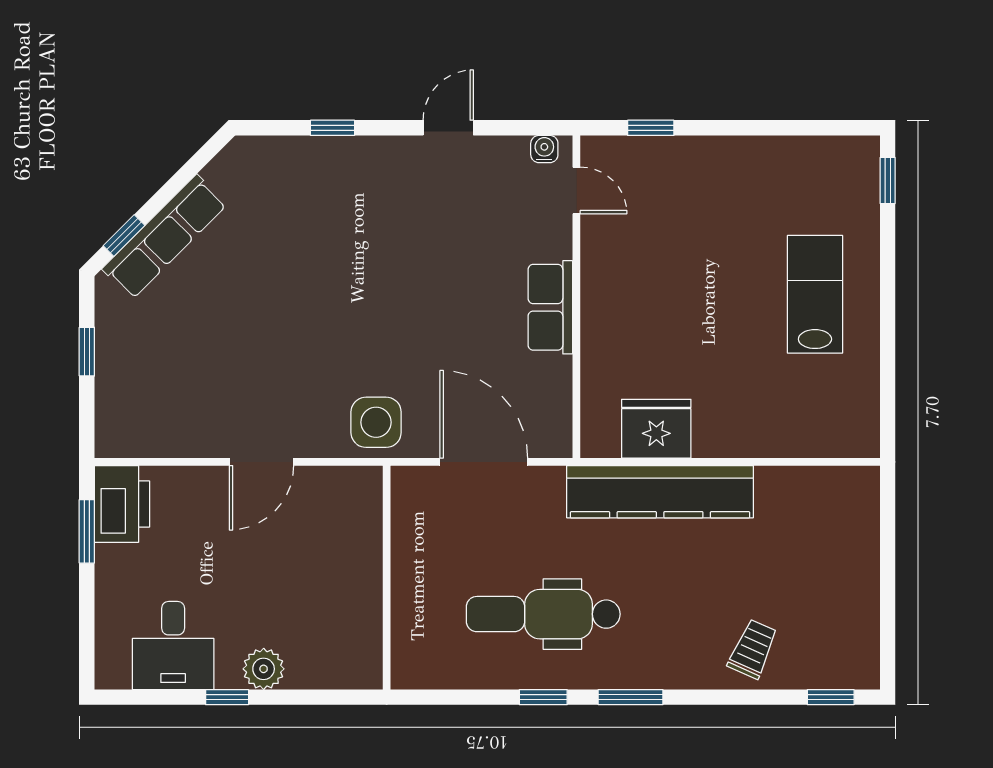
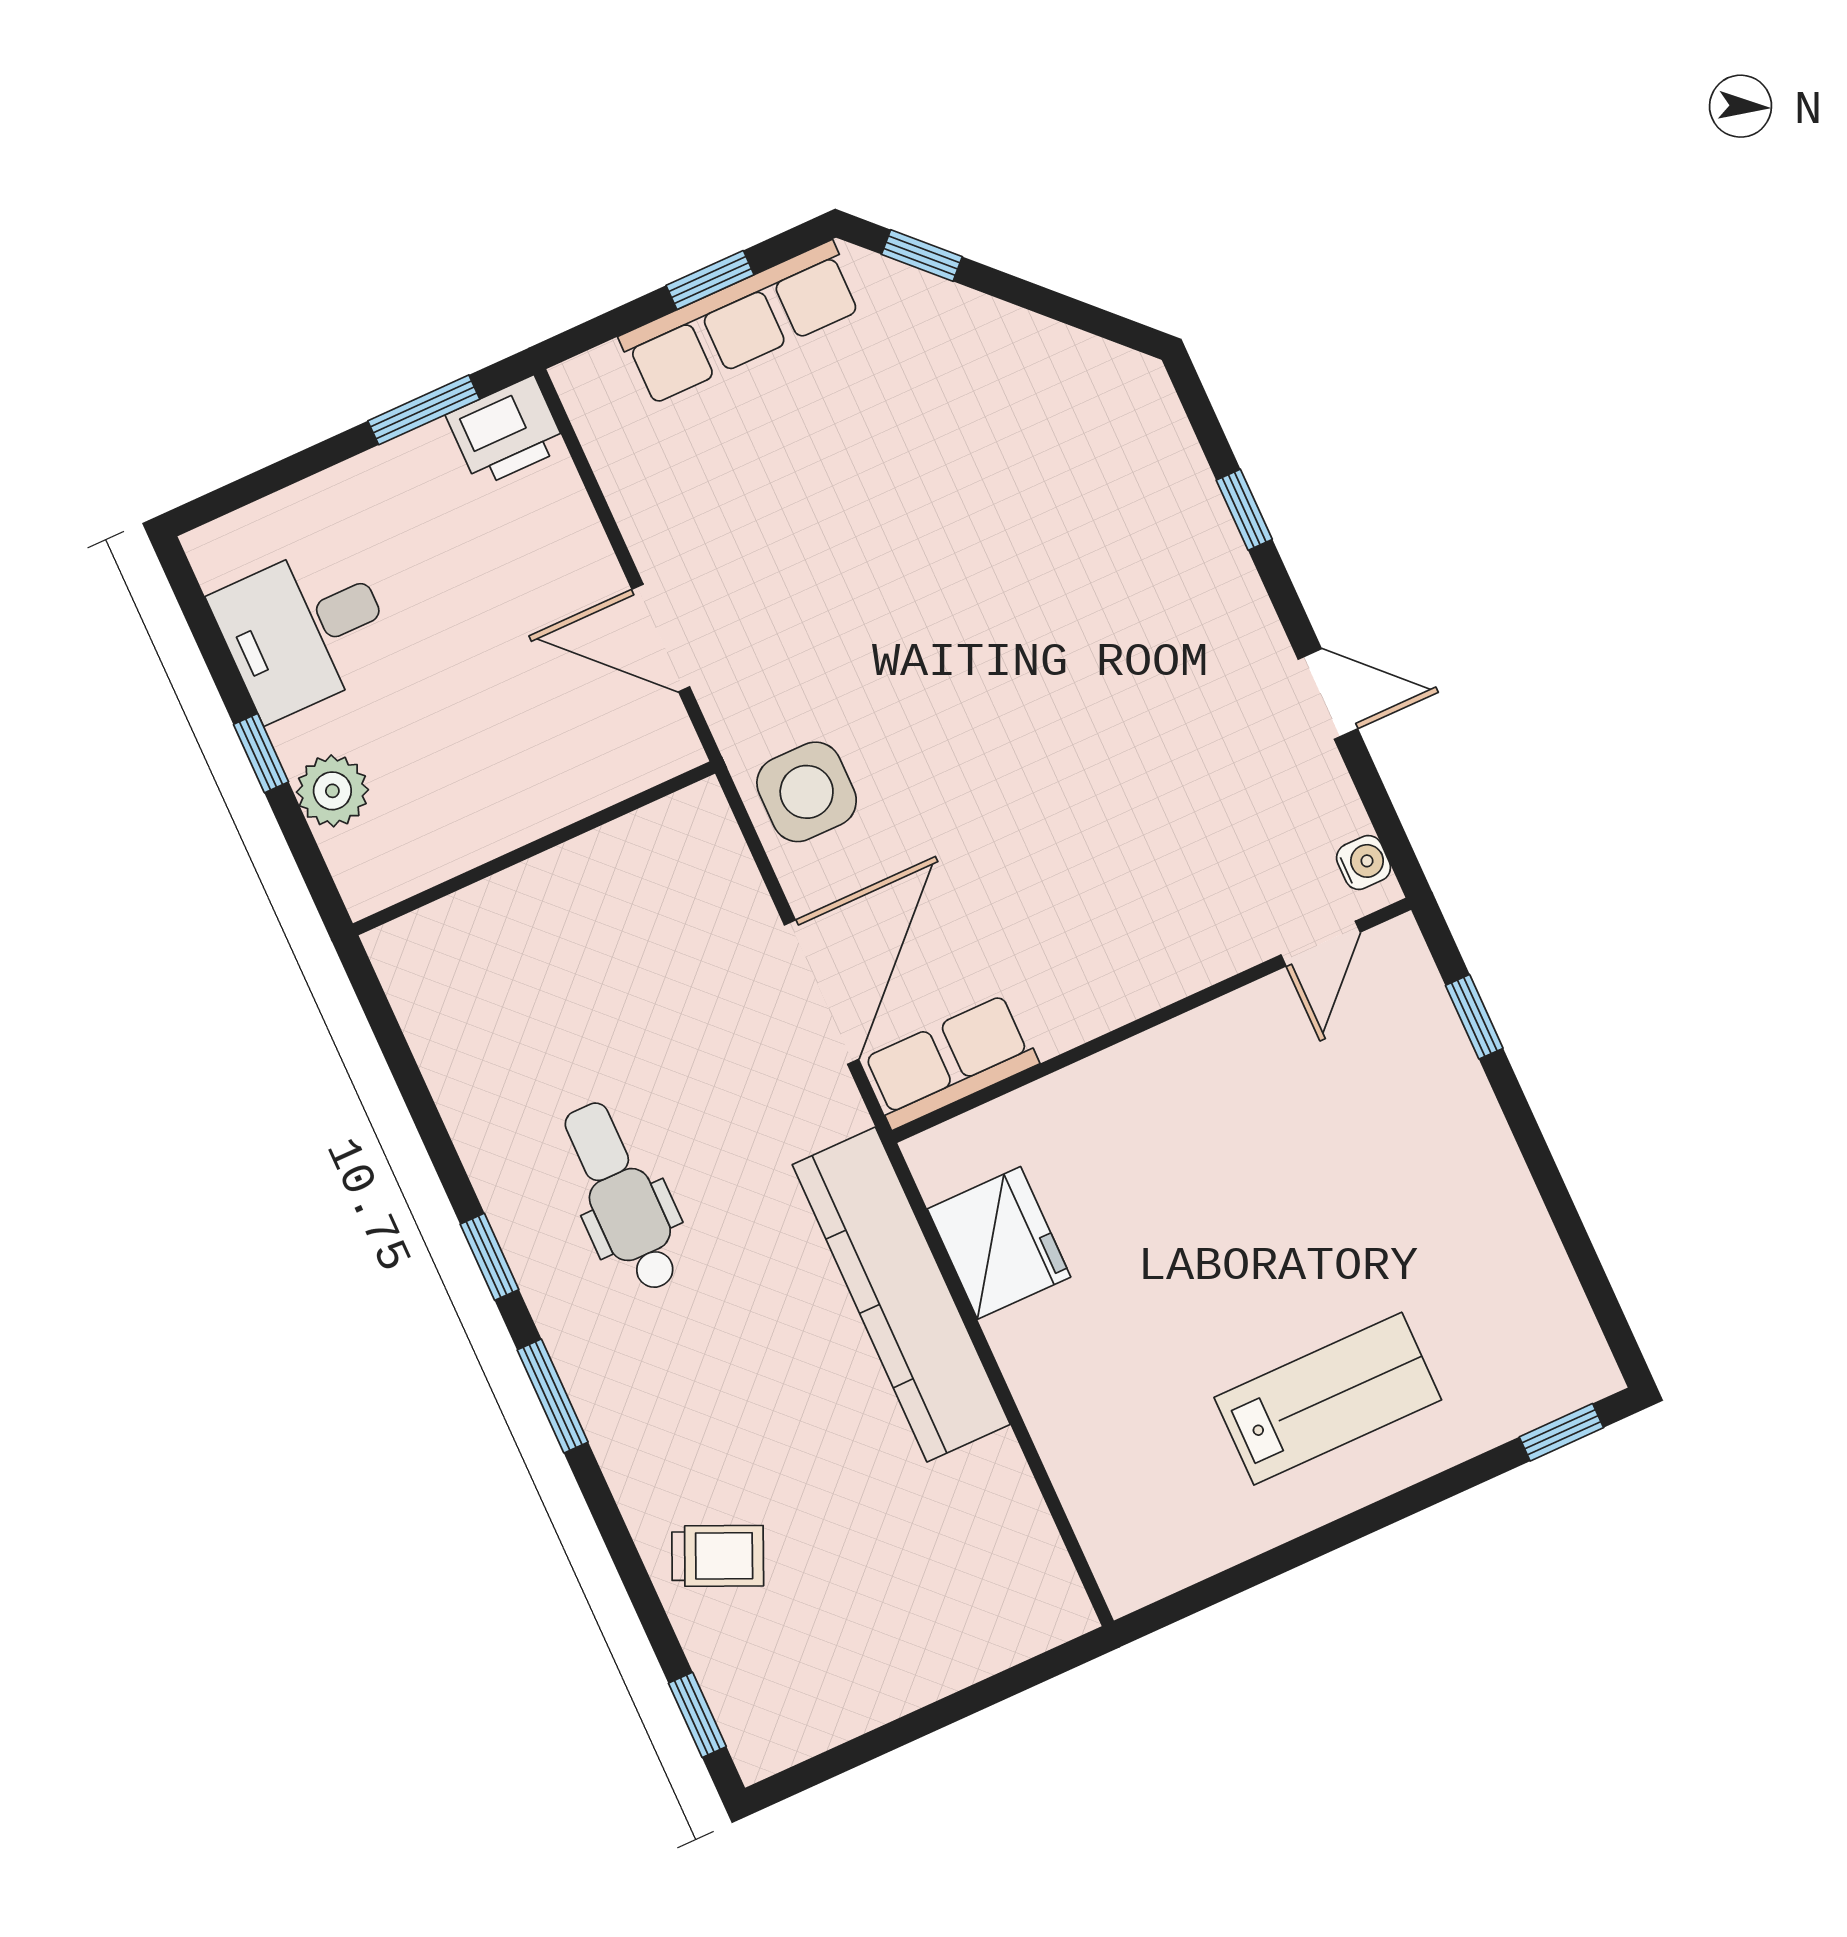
row of seats: (165, 237) -> (741, 323), moved, turned -45
row of seats: (550, 307) -> (950, 1062), moved
printer: (122, 504) -> (506, 432), width x0.73, depth x0.84
wall: (387, 578) -> (534, 848), moved
dental chair: (543, 614) -> (622, 1197), width x0.73, depth x0.72

